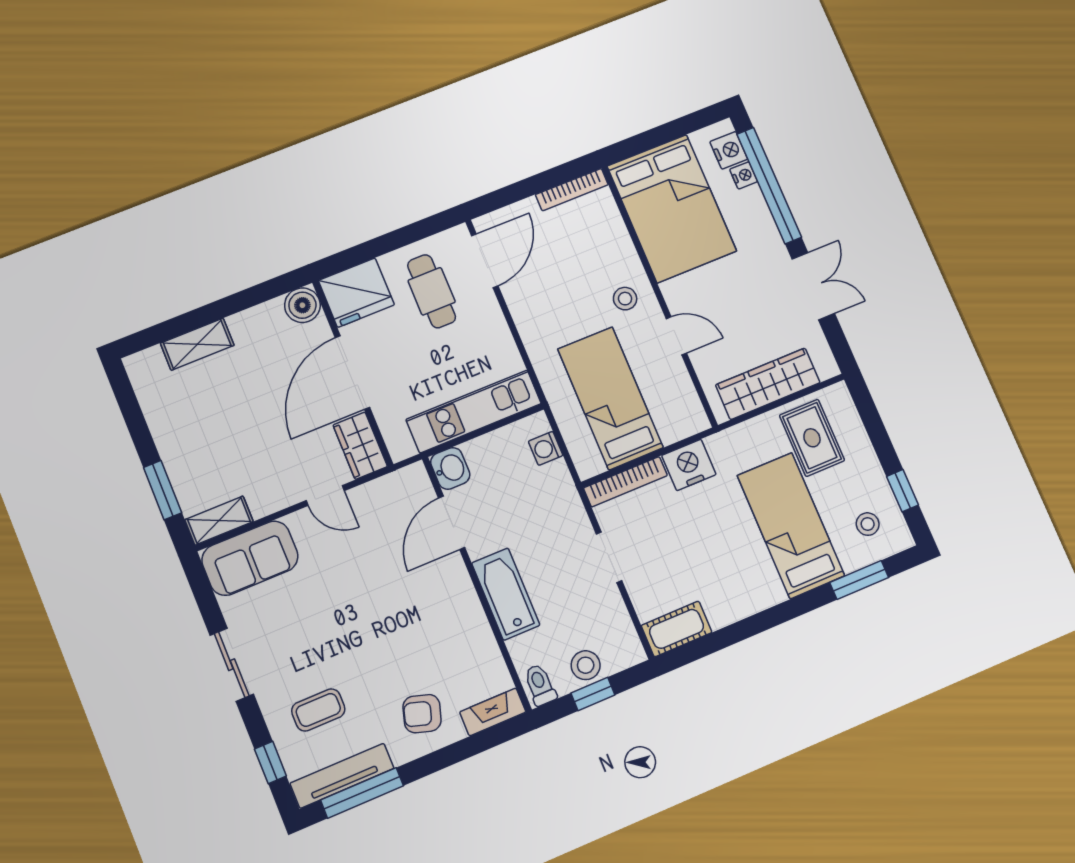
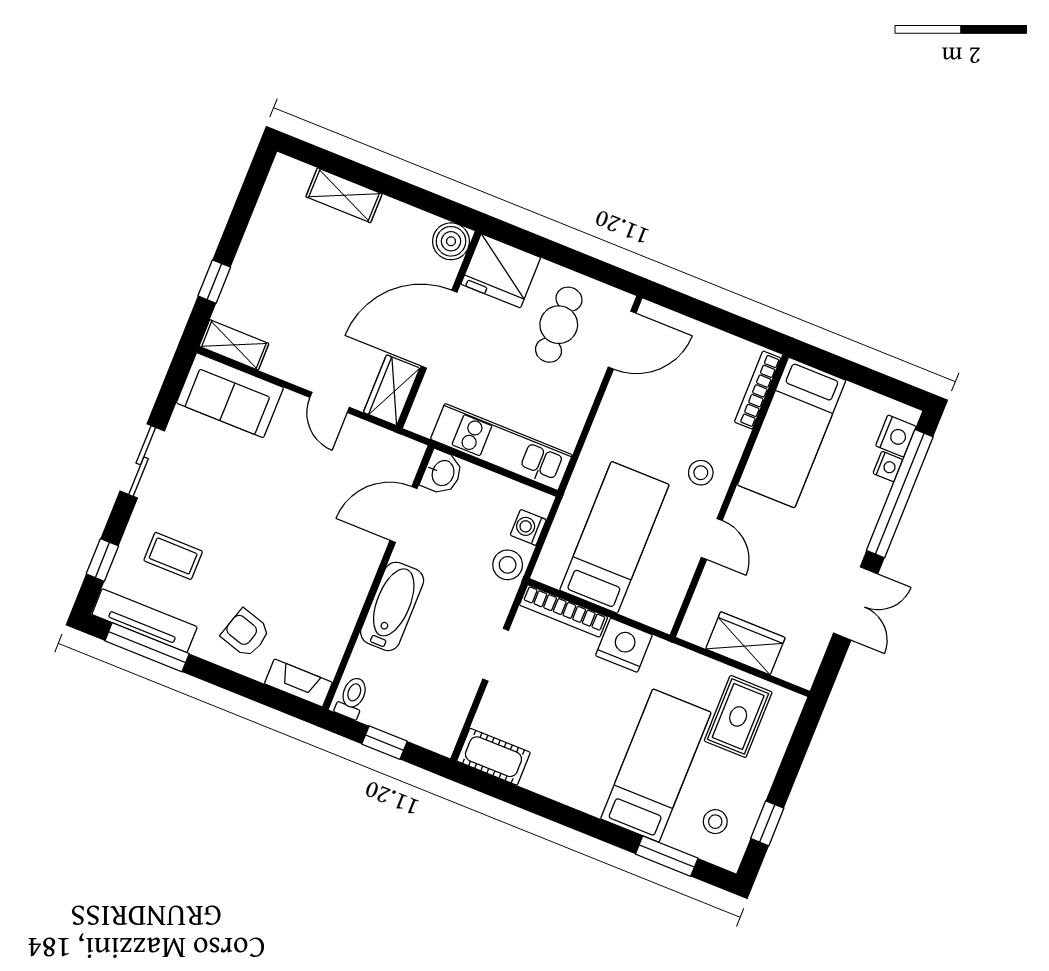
bookcase: (572, 190) -> (758, 390), moved, turned 90
bed: (672, 208) -> (792, 433), width x0.67
wardrobe: (768, 384) -> (745, 643), width x0.67
window: (163, 490) -> (214, 282), width x0.67
stool: (586, 665) -> (508, 565), moved

